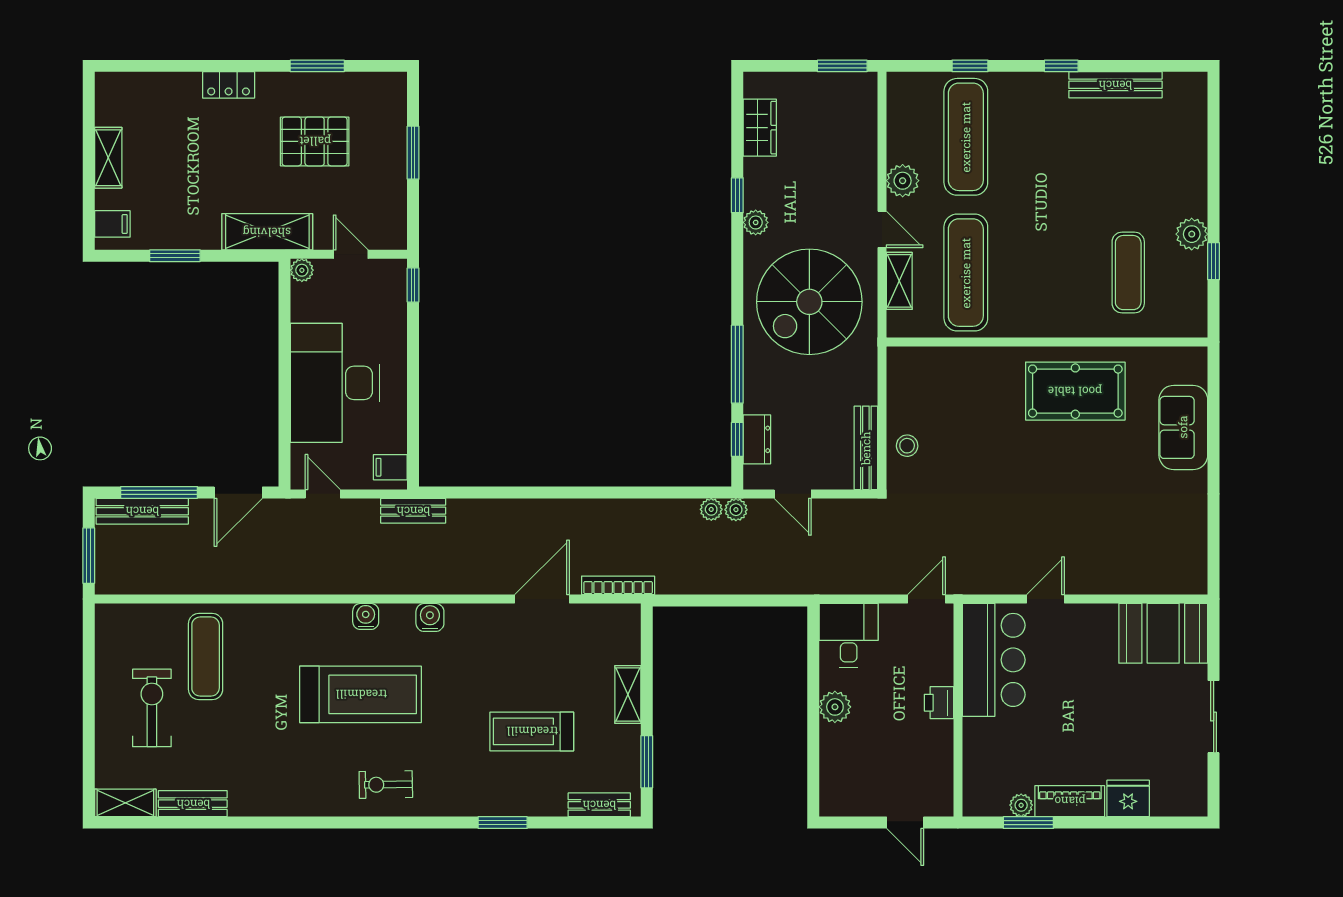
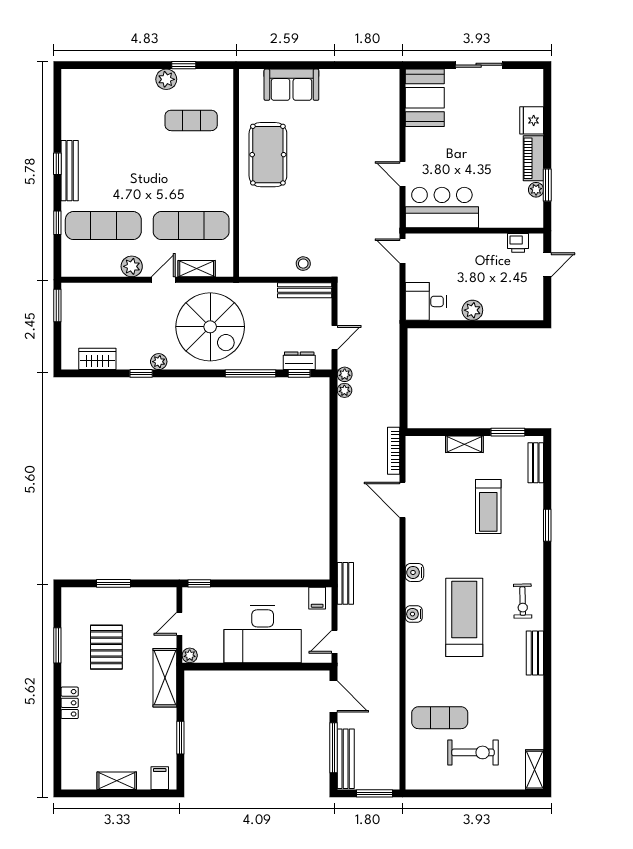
bench: (1115, 85) -> (70, 171), moved
printer: (939, 703) -> (518, 243), moved
exercise bike: (152, 708) -> (473, 752), turned 180
bench: (193, 804) -> (535, 653), moved

